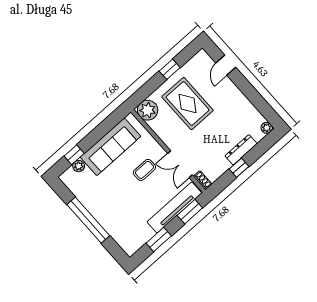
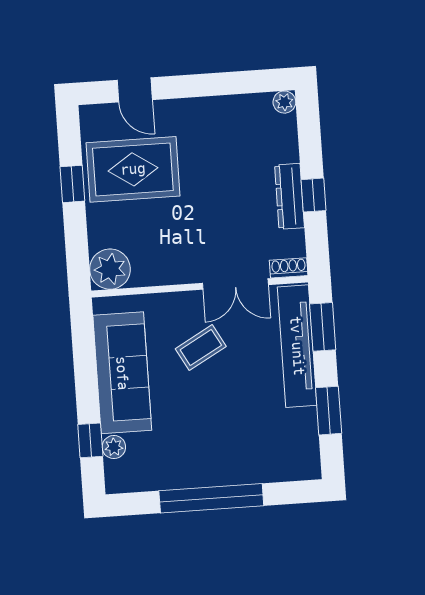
rug: (188, 104) -> (133, 169), moved
dresser: (241, 150) -> (290, 196), moved
coffee table: (144, 170) -> (201, 348), turned 61

